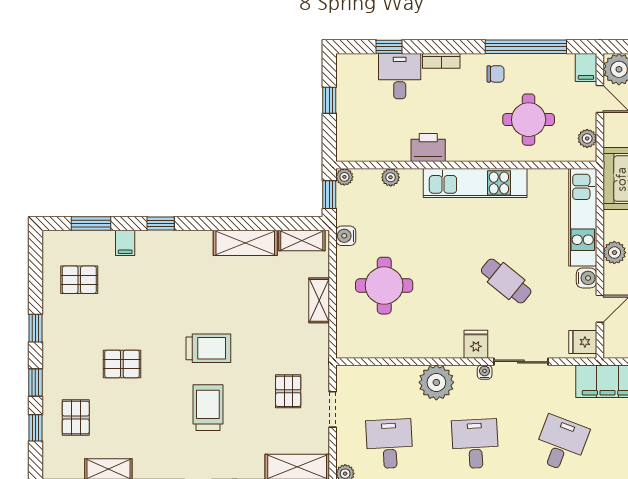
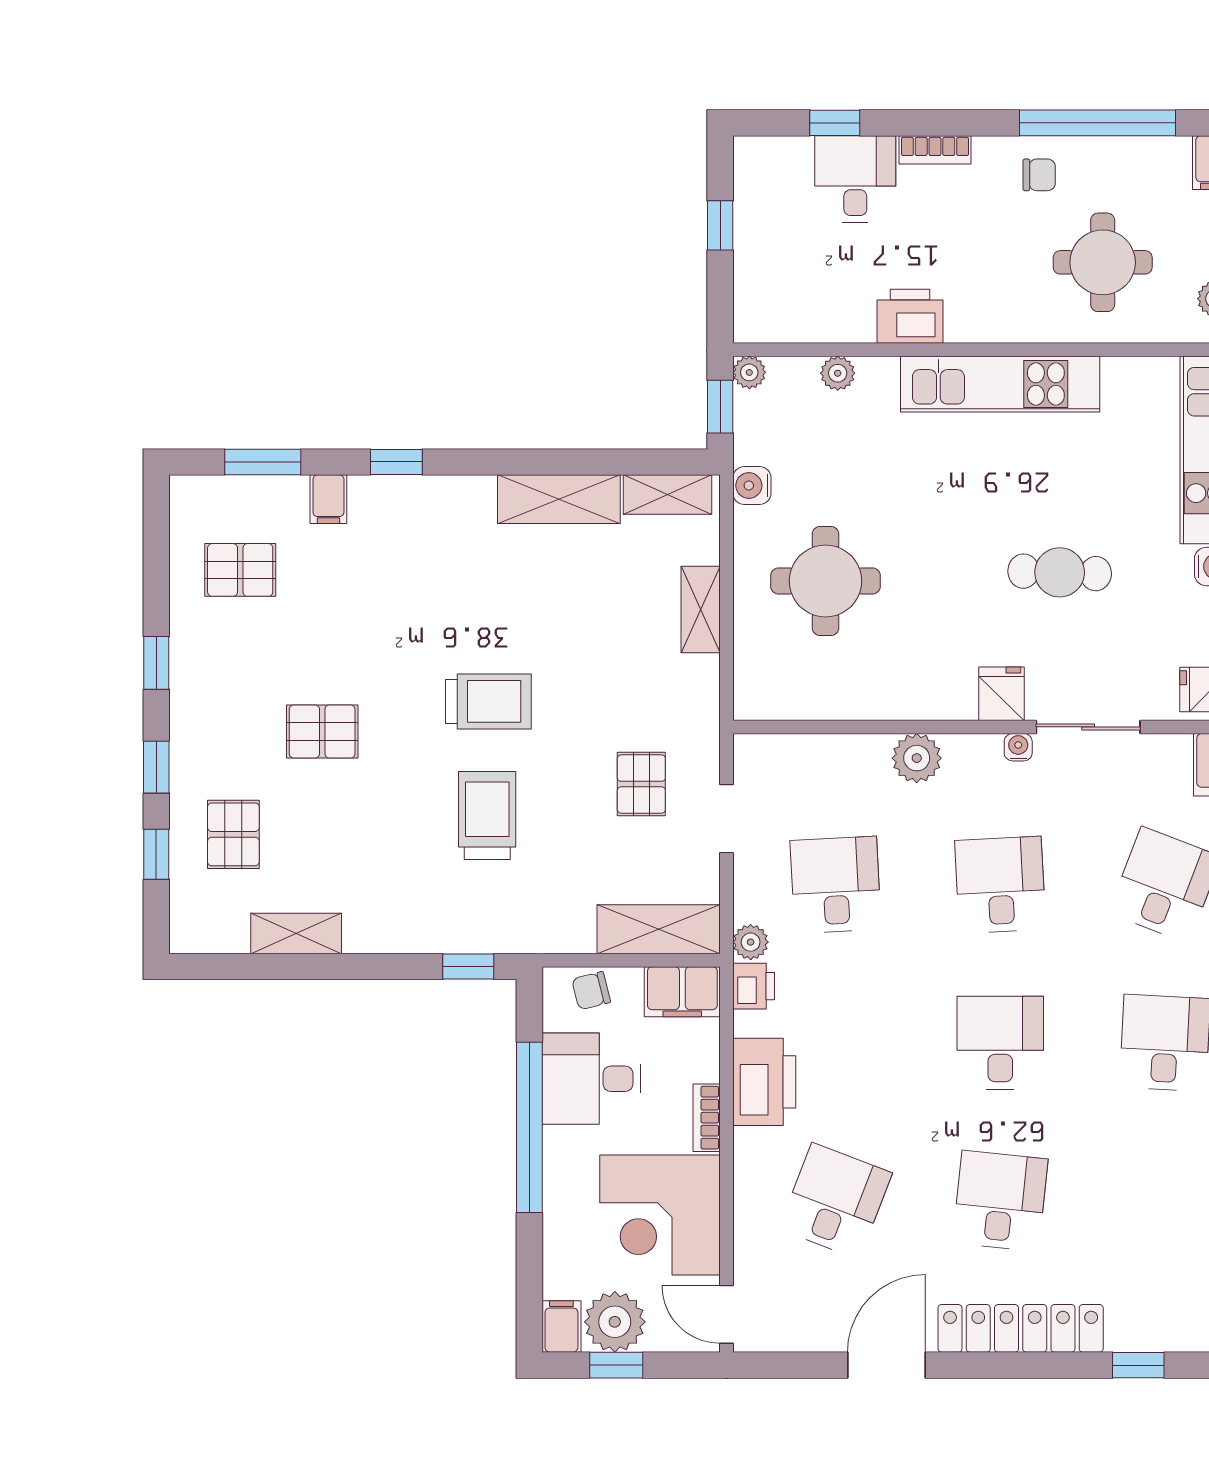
cafe table: (506, 281) -> (1060, 572), turned -37
plant: (436, 382) -> (917, 758), width x0.73, depth x0.73

